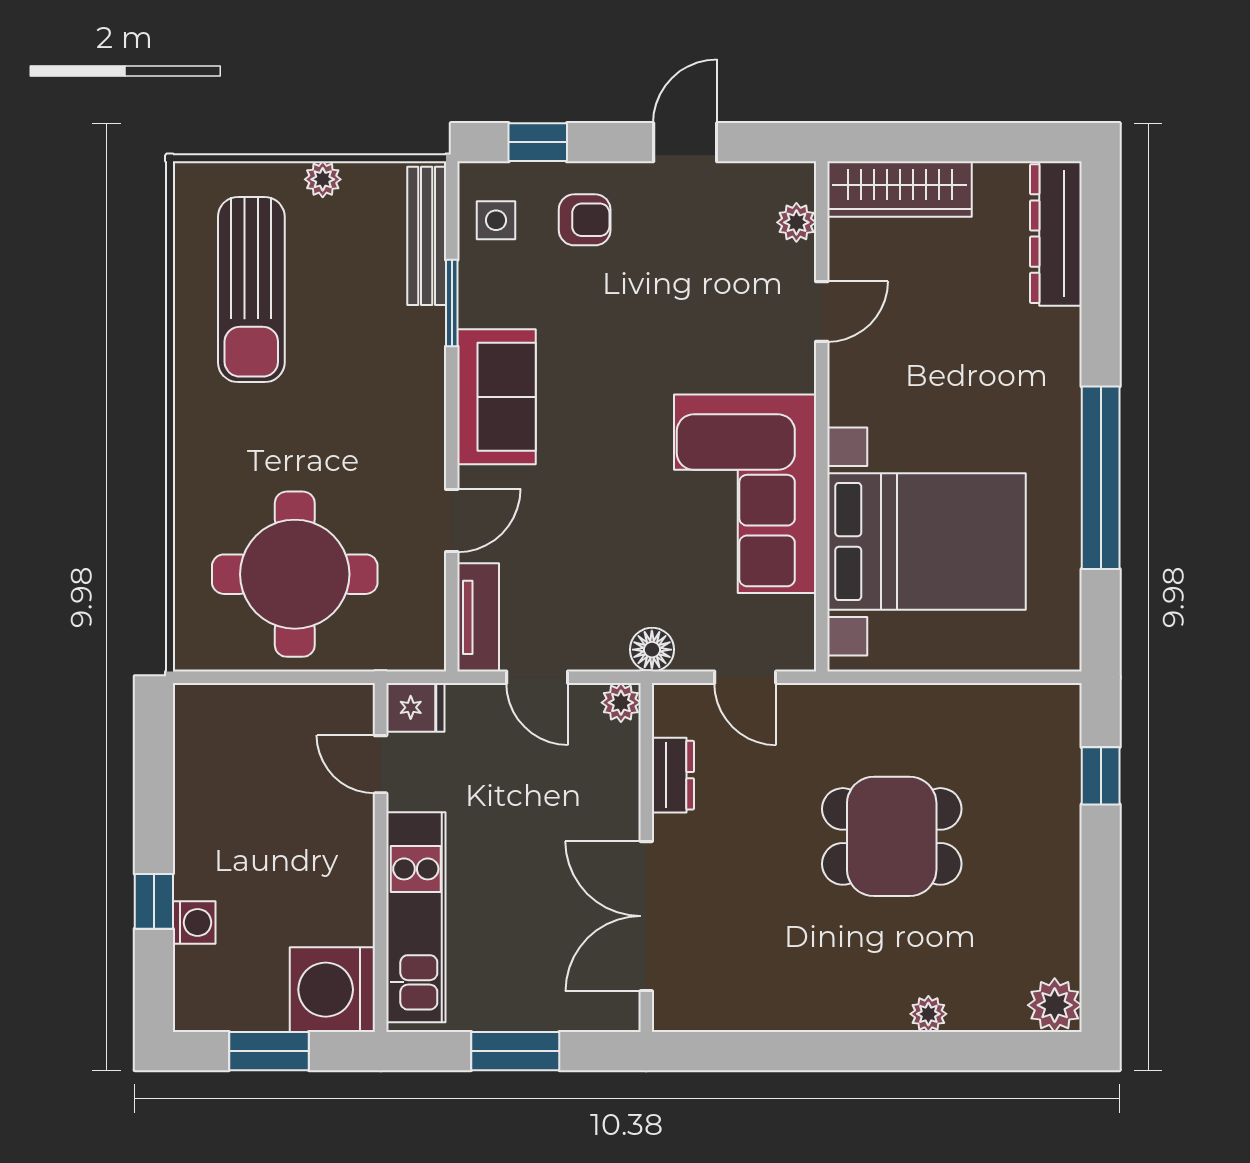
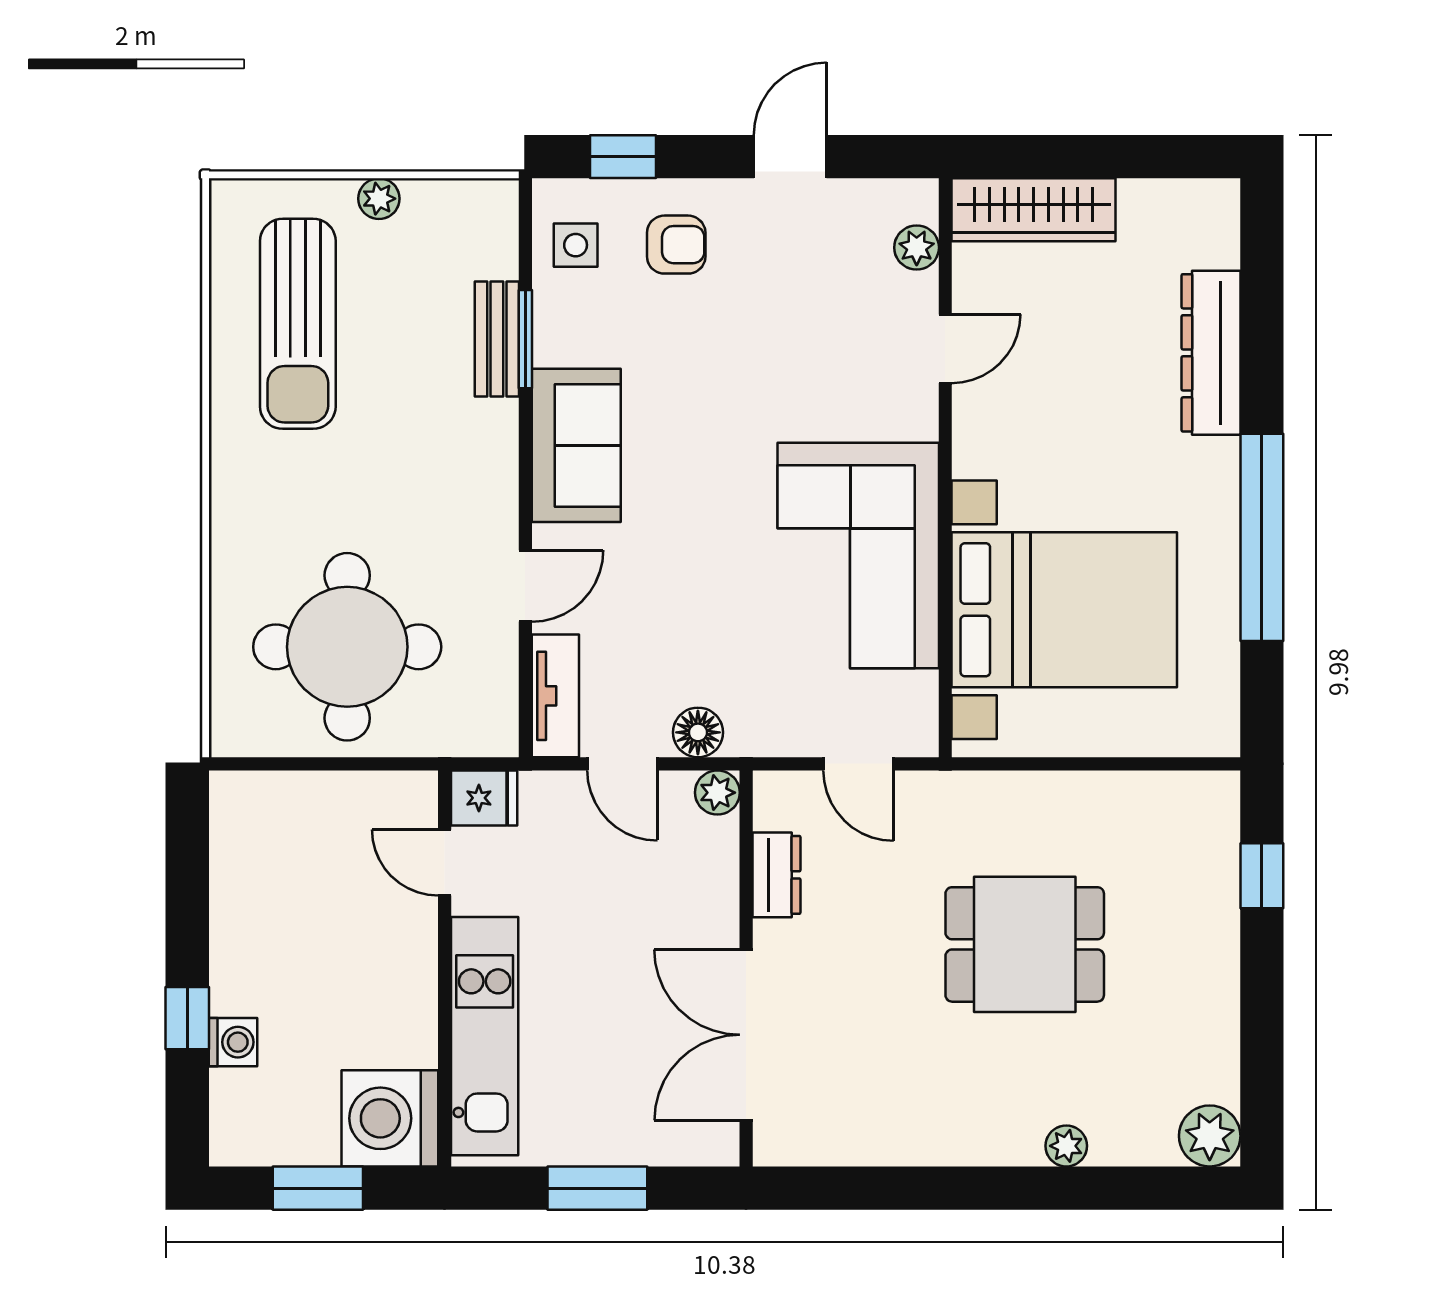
dresser: (1056, 234) -> (1211, 353), moved
bench: (427, 236) -> (497, 339), moved, width x0.73
floor lamp: (652, 650) -> (698, 732), moved

